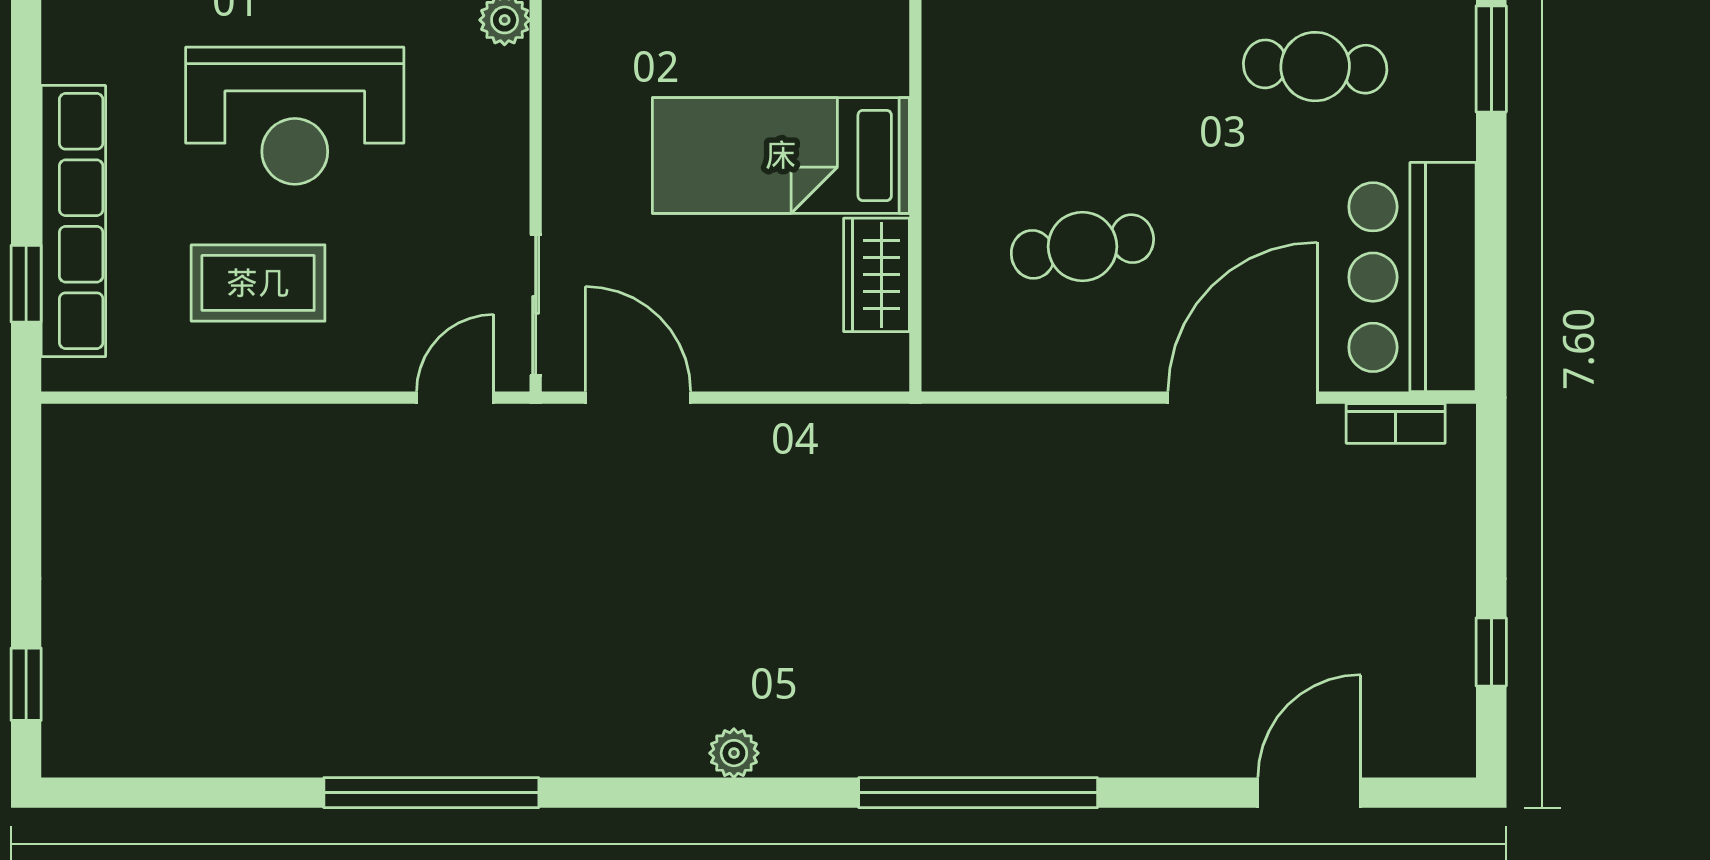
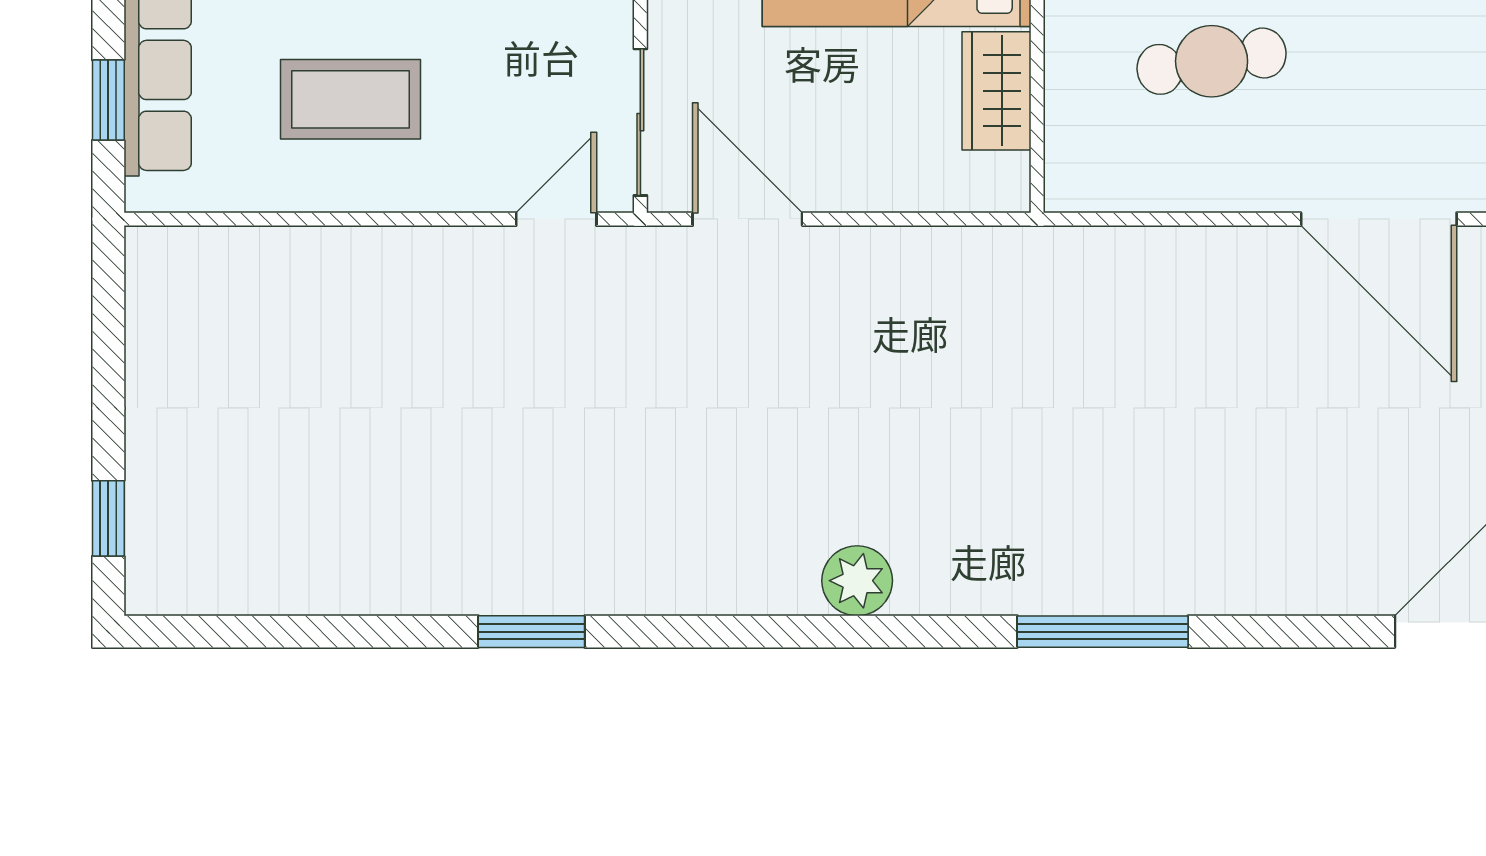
door: (1243, 398) -> (1379, 219), swing flipped
plant: (734, 753) -> (857, 581), width x1.38, depth x1.38
window: (431, 793) -> (531, 632), width x0.47
window: (978, 793) -> (1103, 632), width x0.68

